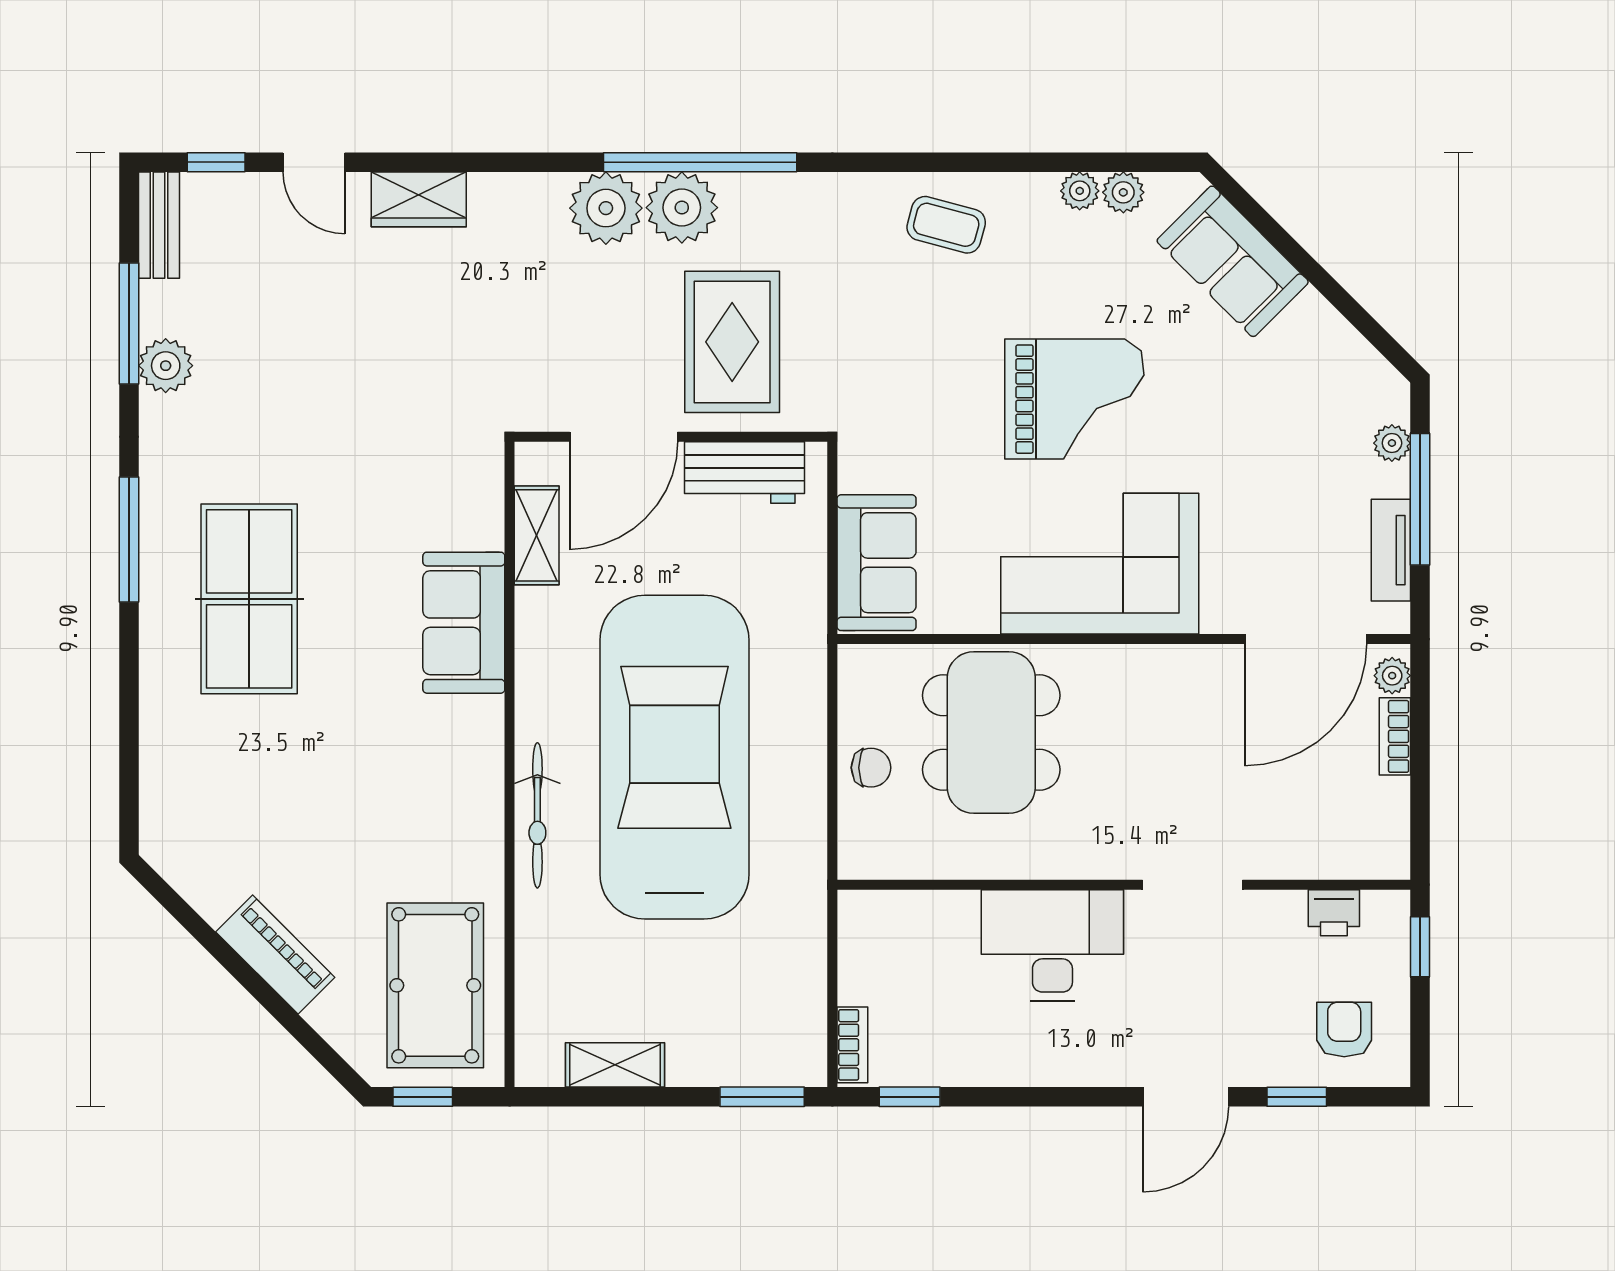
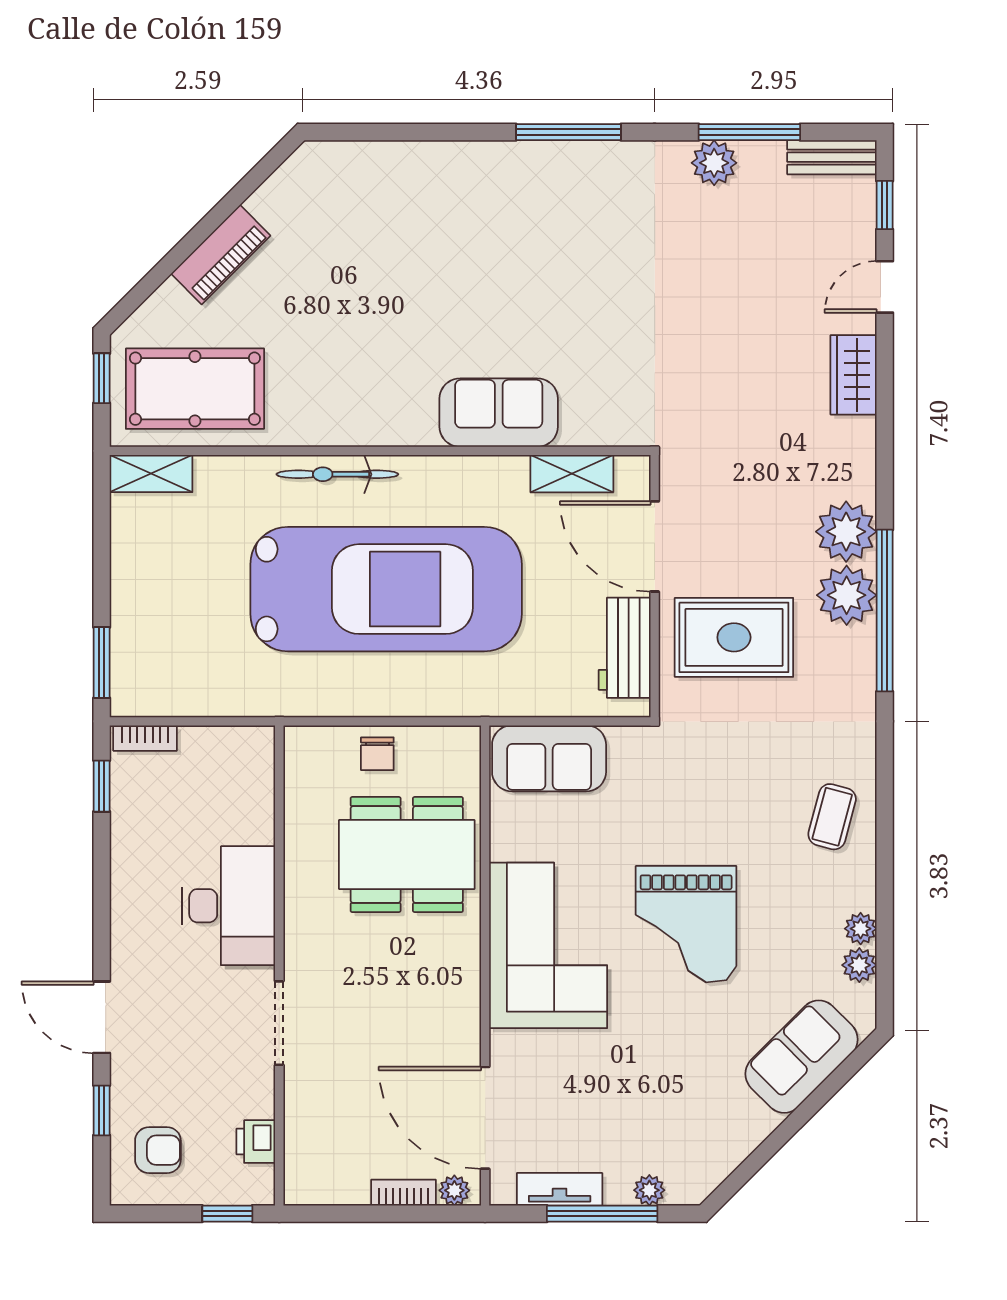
table tennis table: (249, 599) -> (519, 233), removed
shelving: (615, 1065) -> (151, 474), moved, turned 90

